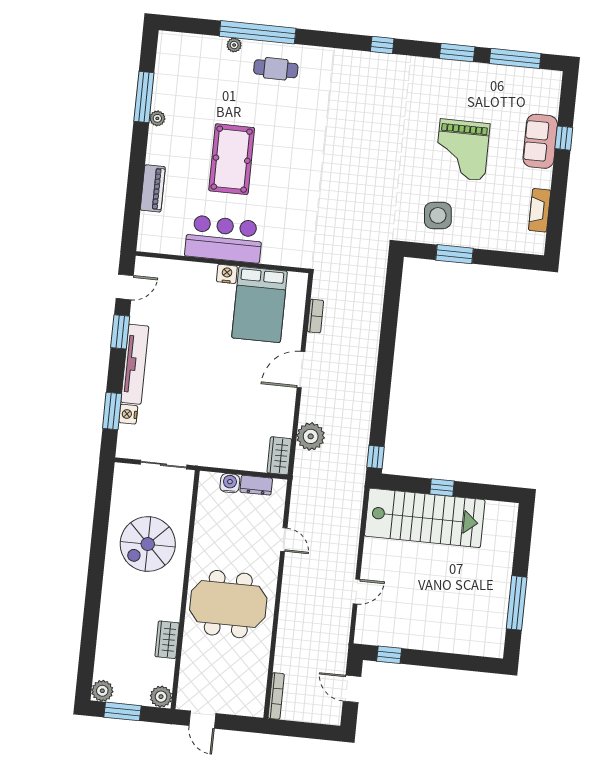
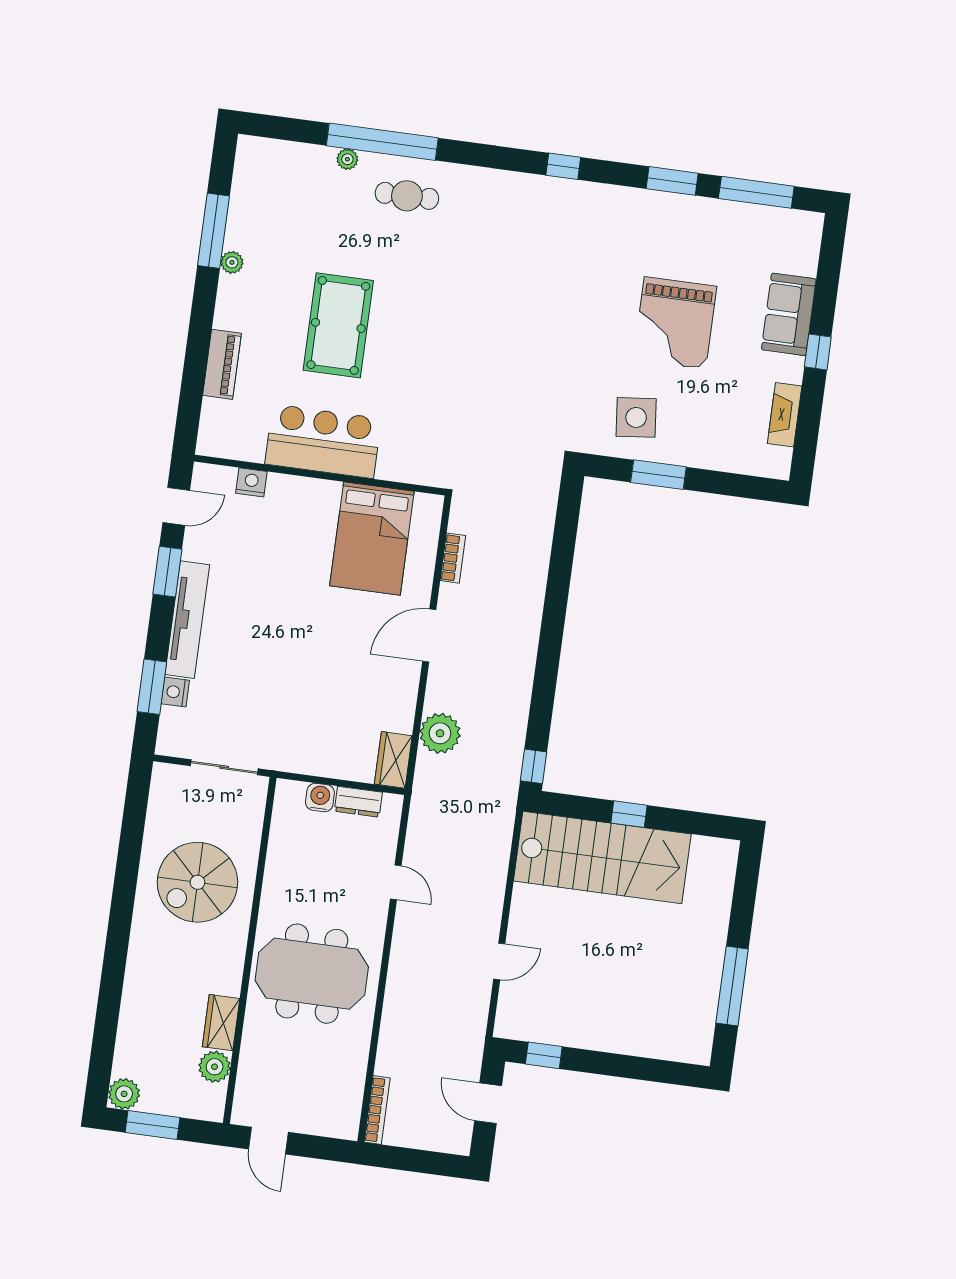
window: (564, 138) -> (818, 352), moved
nightstand: (227, 274) -> (251, 482), moved
plant: (161, 697) -> (215, 1067), moved

